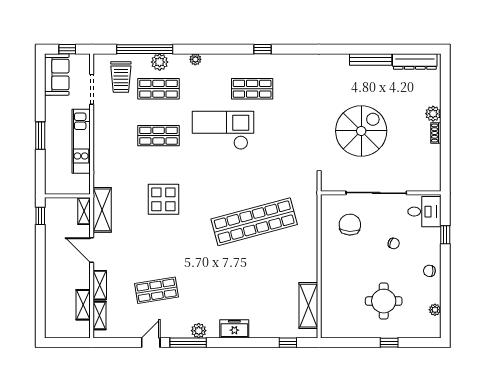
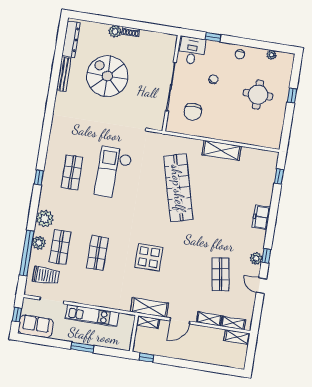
window: (263, 49) -> (39, 177), moved
plant: (195, 59) -> (45, 219), width x1.88, depth x1.88
checkout: (223, 130) -> (113, 173), moved
spiral stairs: (361, 131) -> (107, 76), moved
chair: (350, 225) -> (193, 112), turned -93
shelving: (83, 305) -> (237, 337), moved
shelving: (308, 306) -> (222, 150), moved
plant: (199, 331) -> (256, 258), moved
window: (188, 343) -> (266, 256), width x0.46

